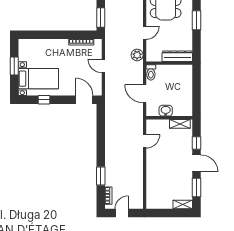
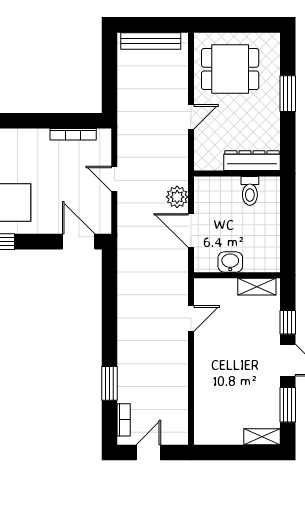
window: (101, 17) -> (109, 88), removed
plant: (137, 55) -> (177, 197), moved
toilet: (151, 72) -> (250, 191), moved

